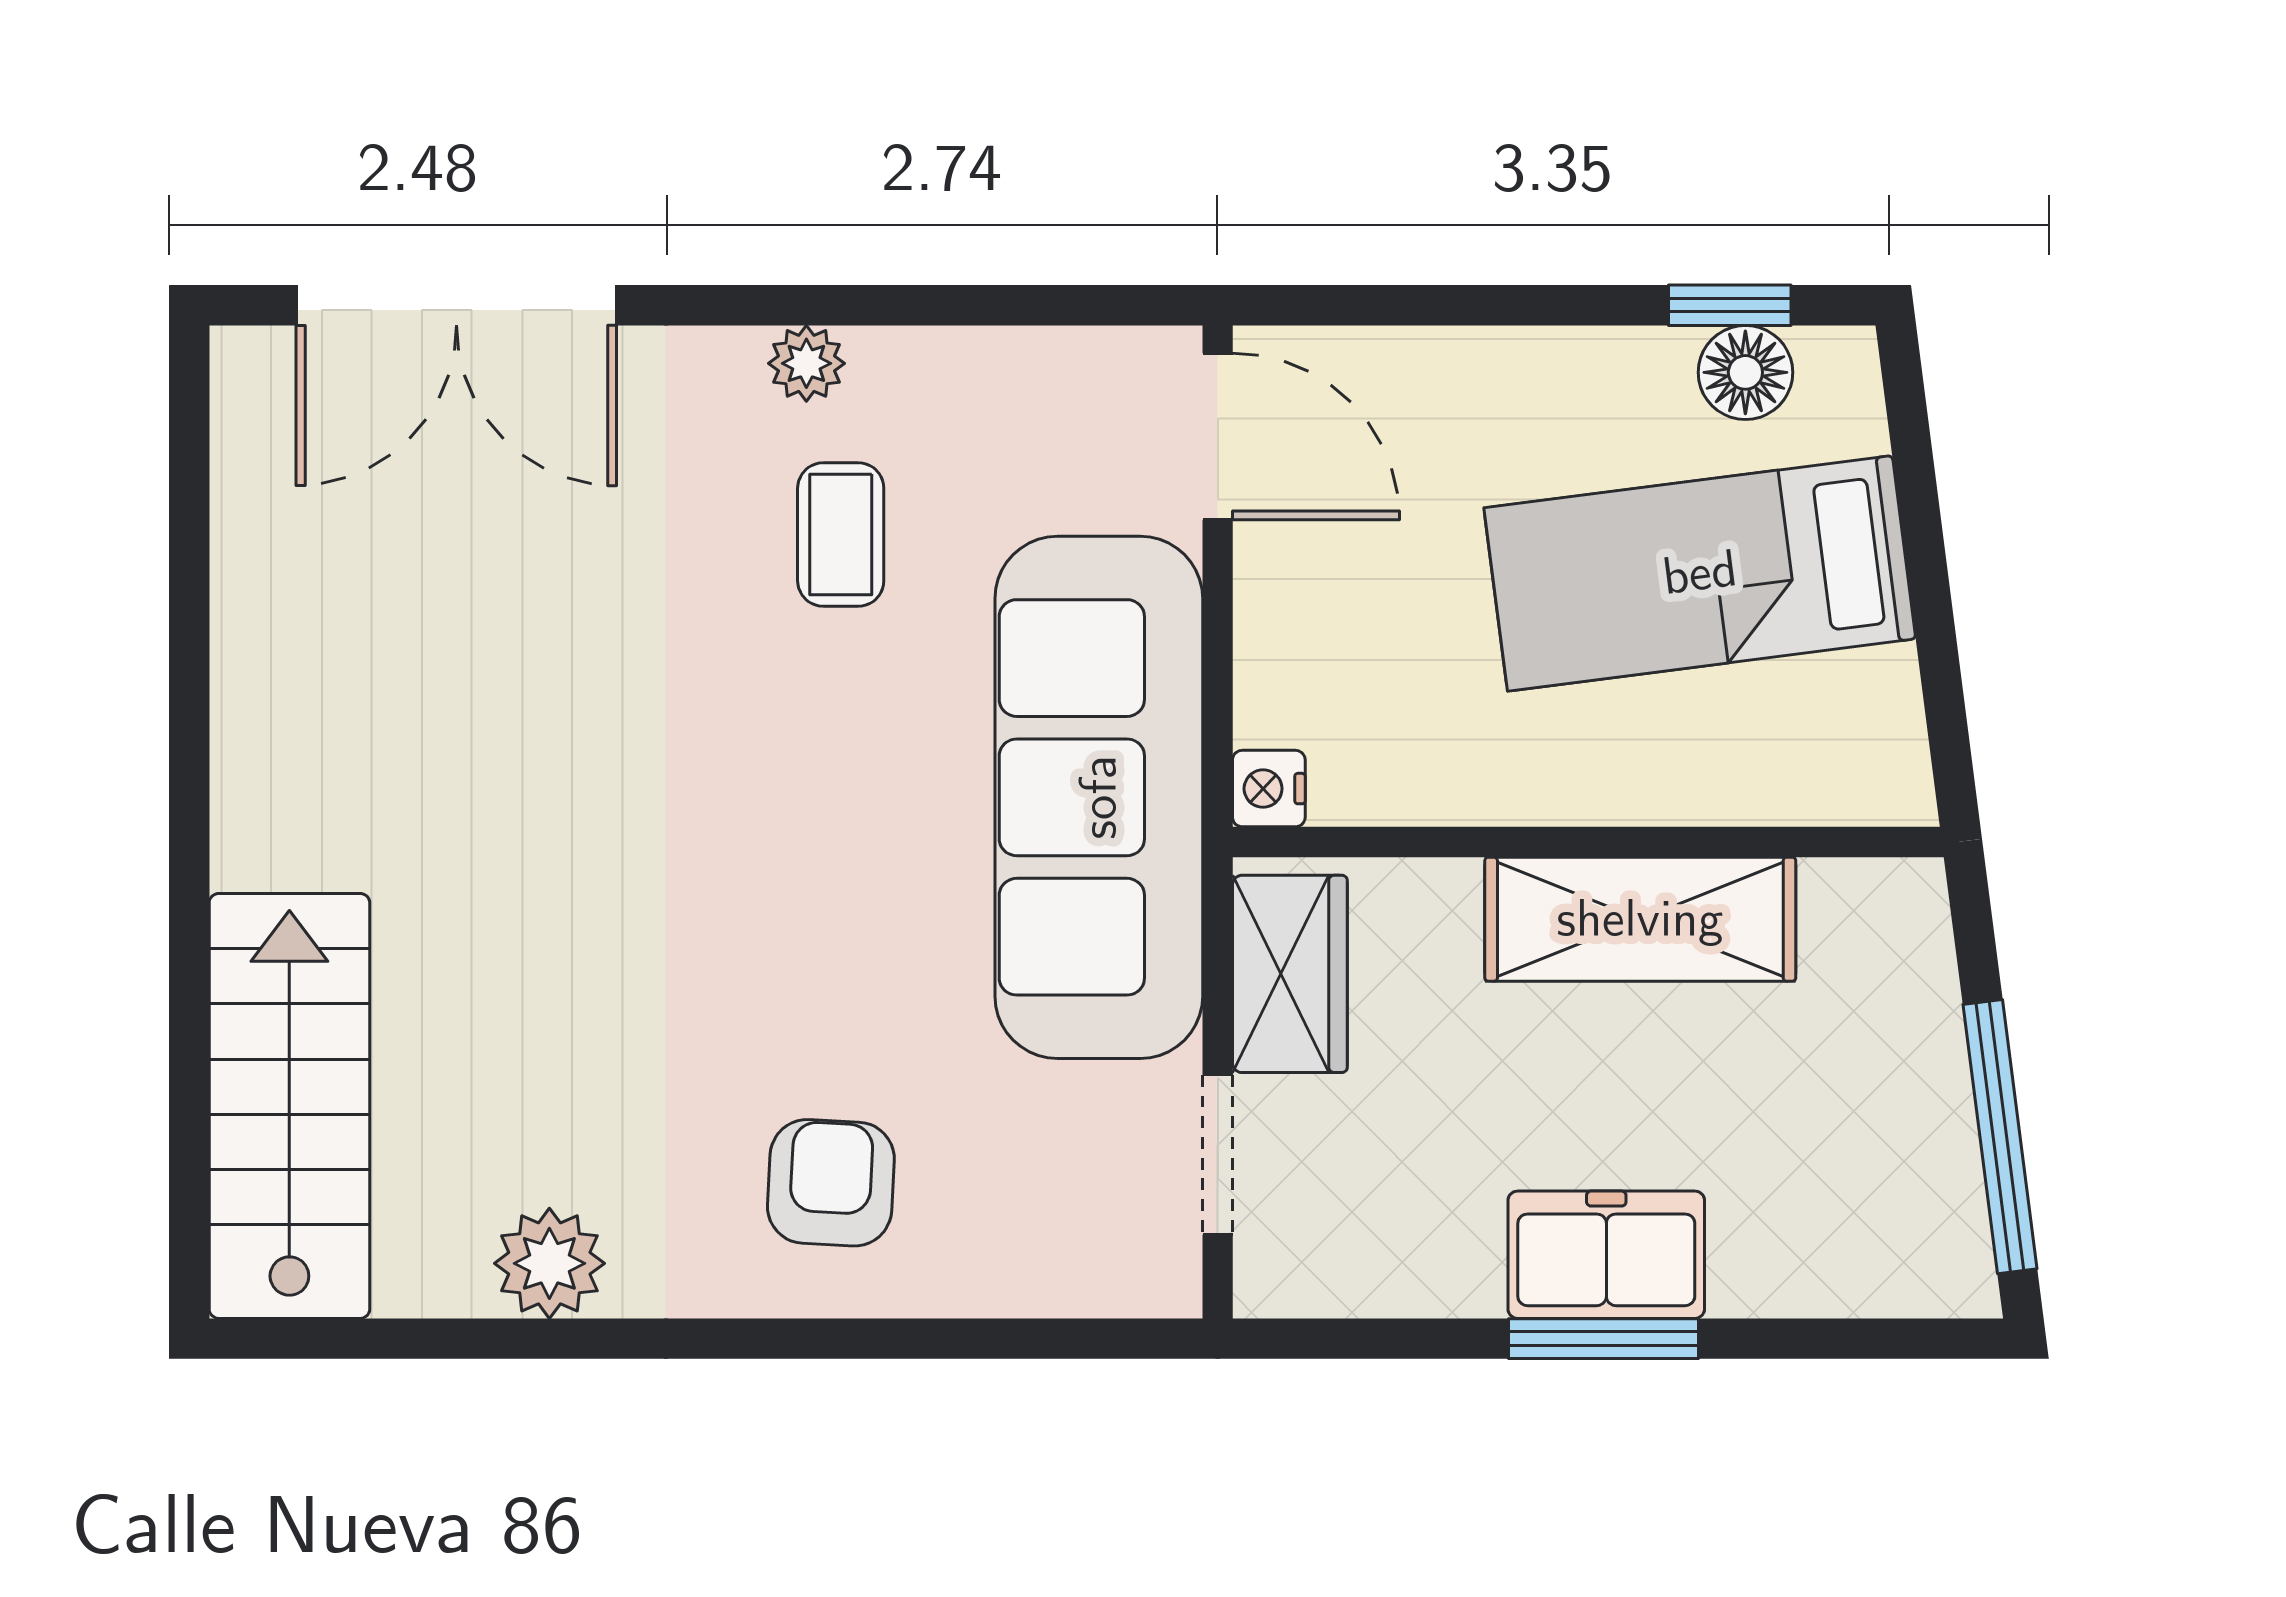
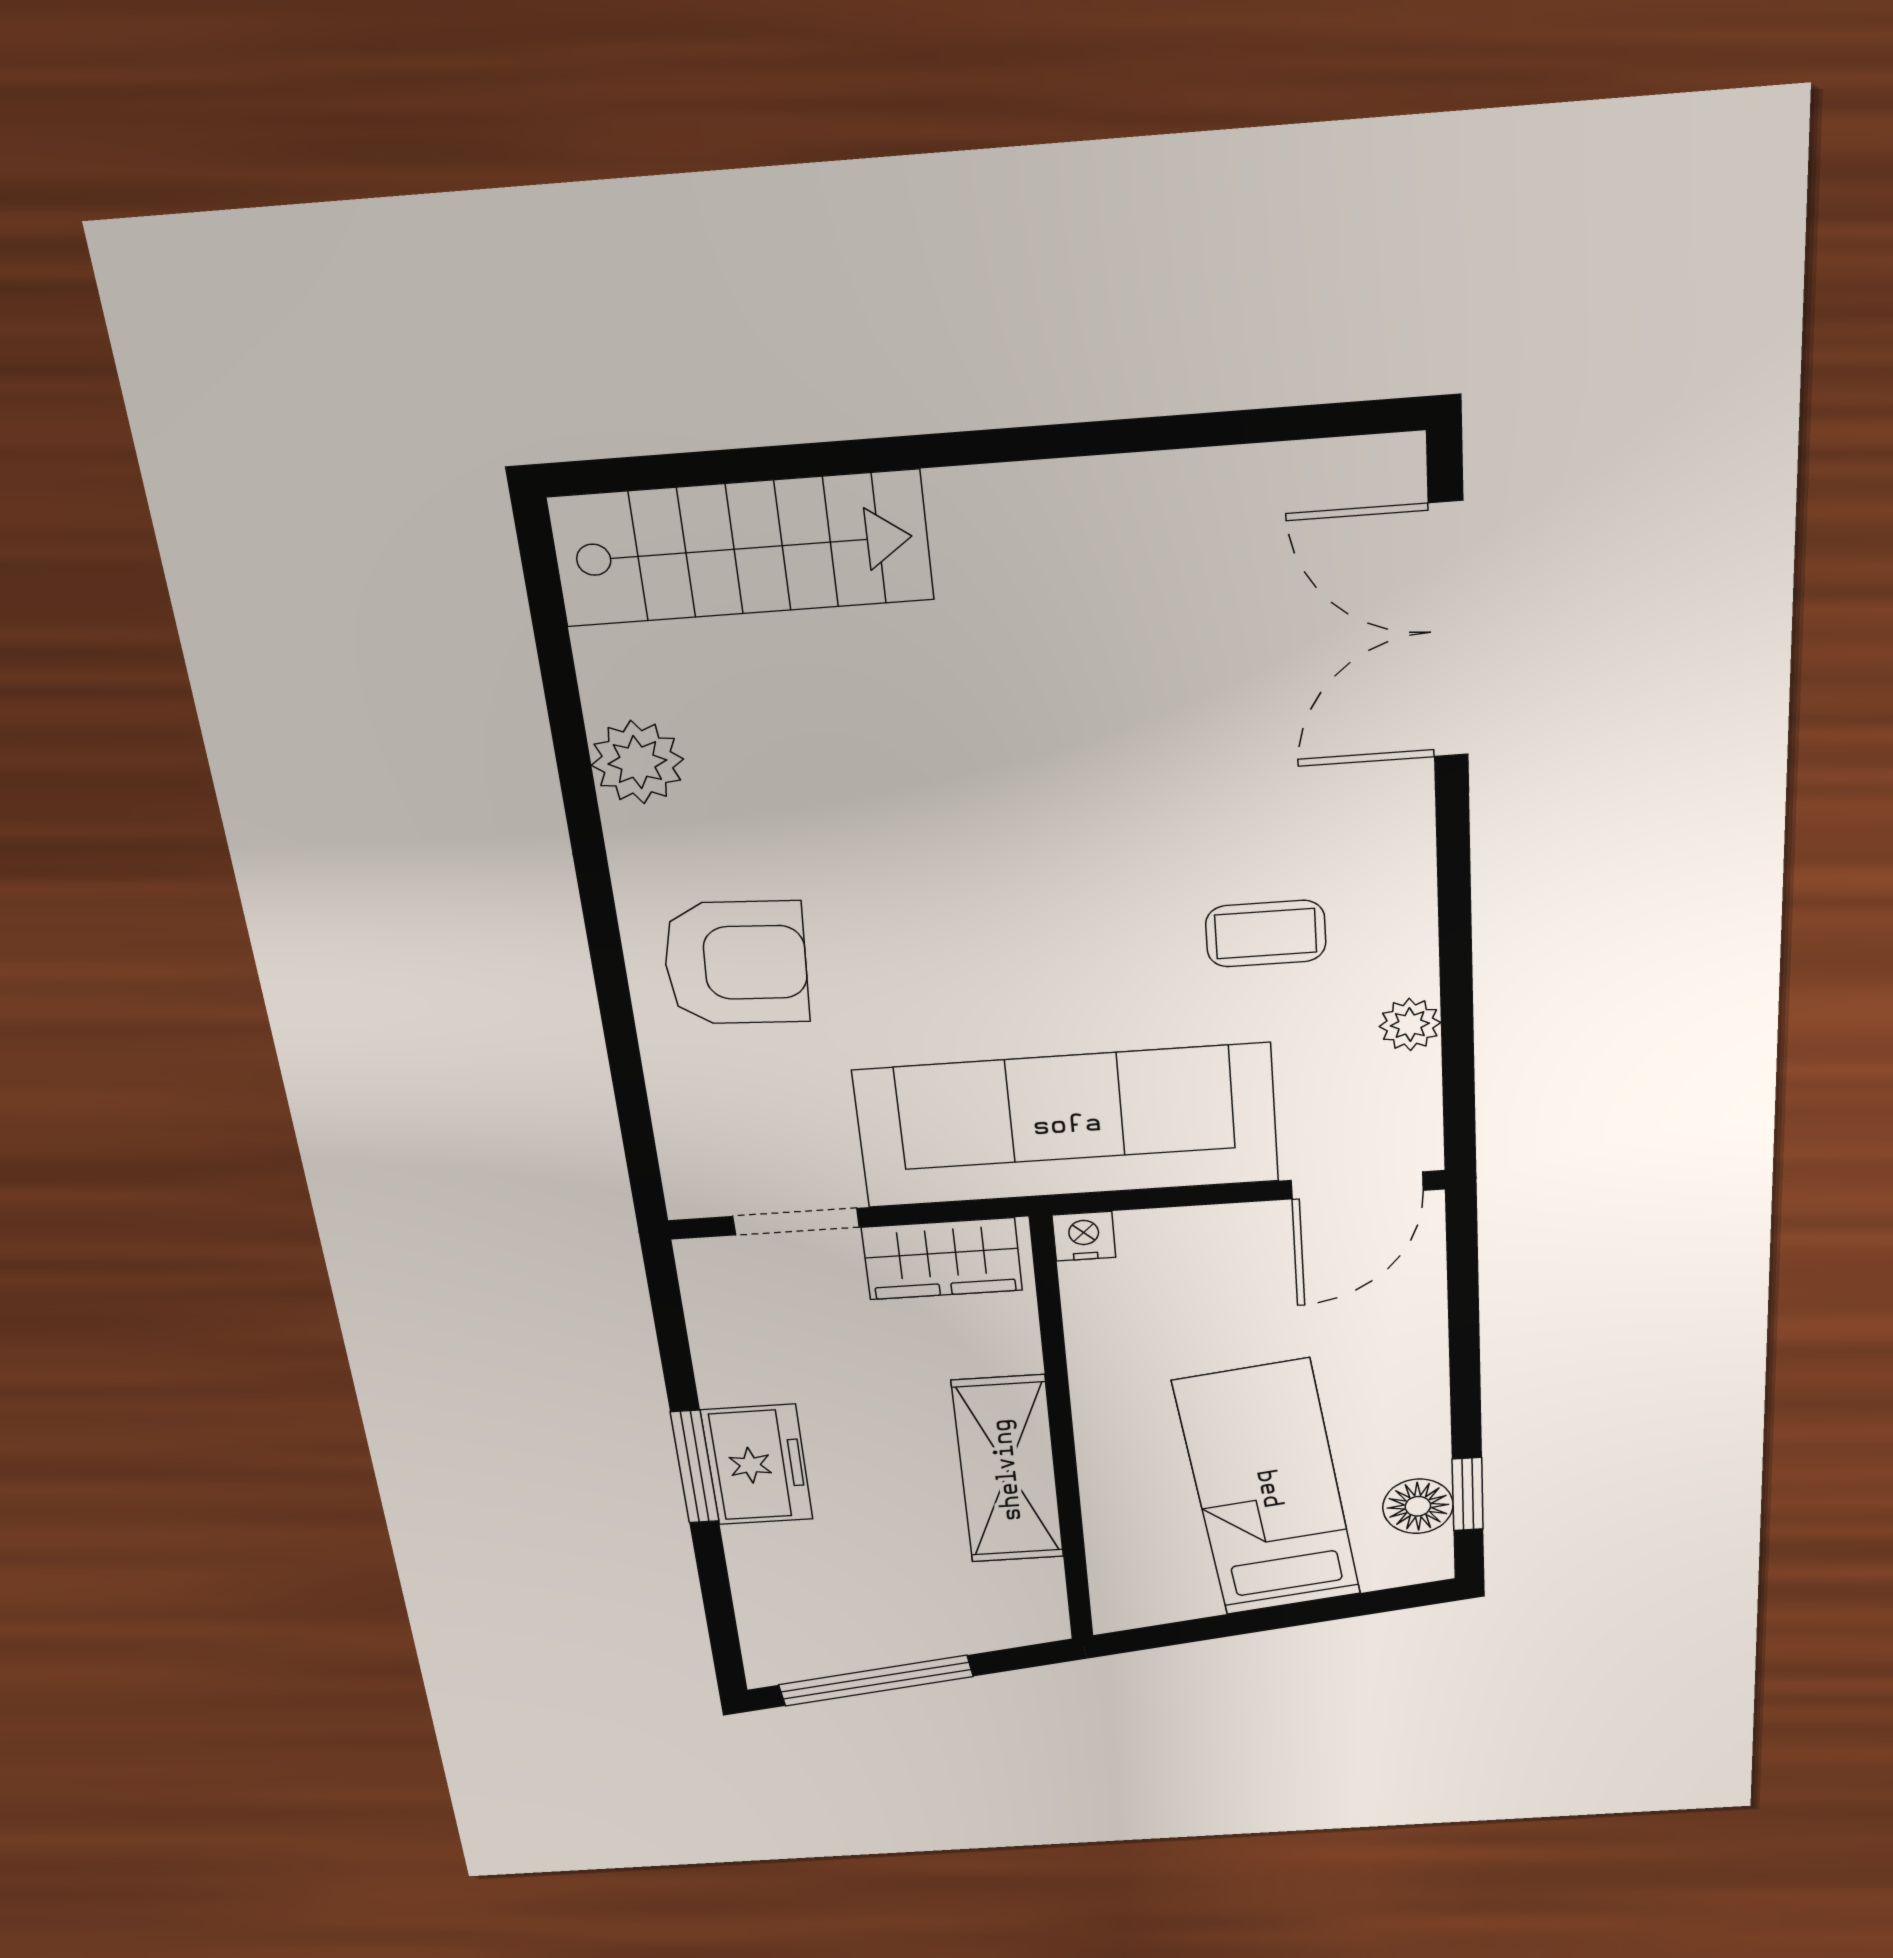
plant: (806, 363) -> (1410, 1025), moved
armchair: (831, 1183) -> (736, 963), width x1.38, depth x1.38

